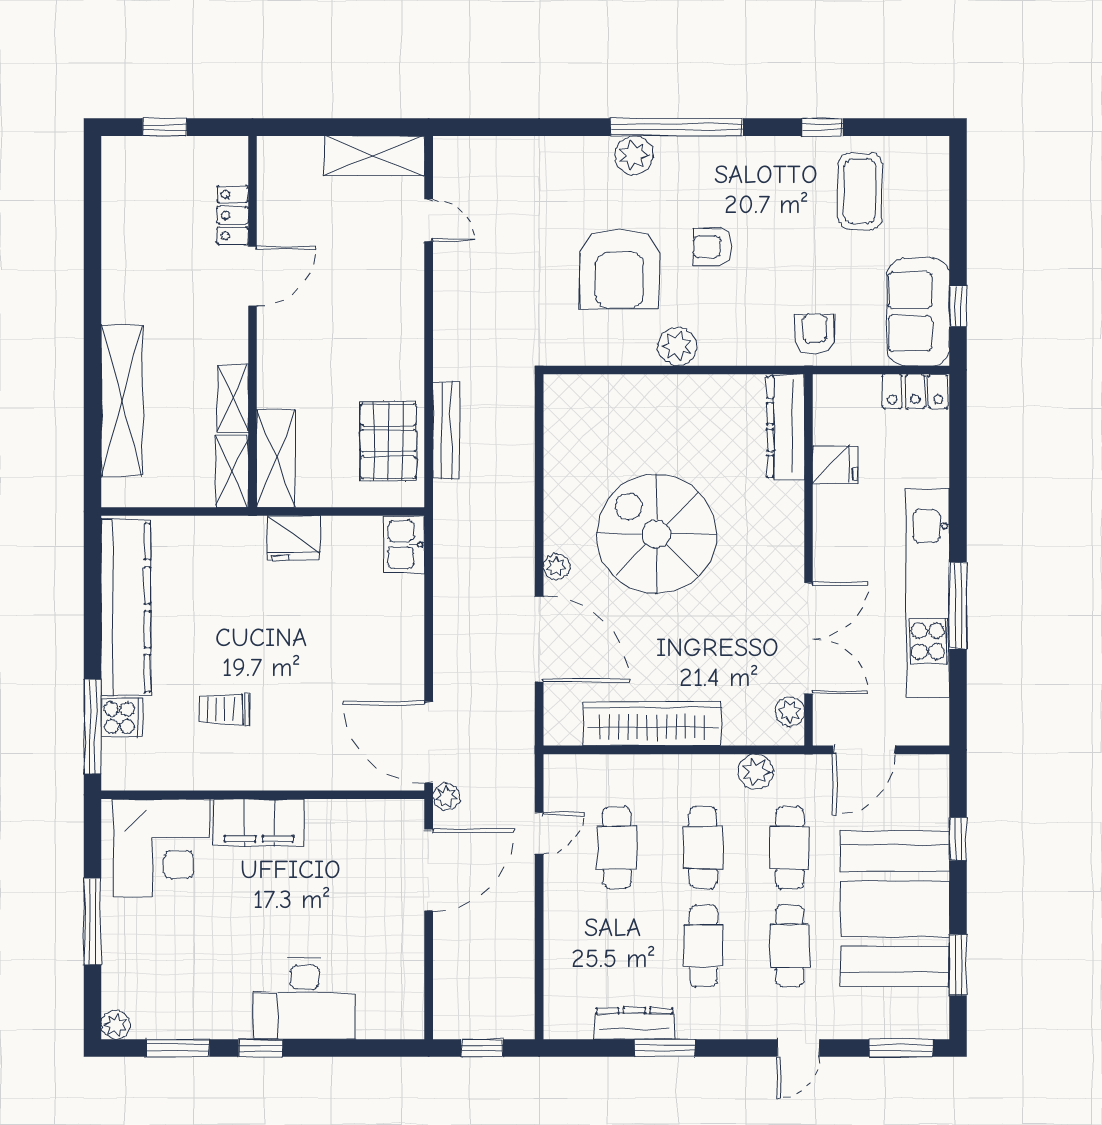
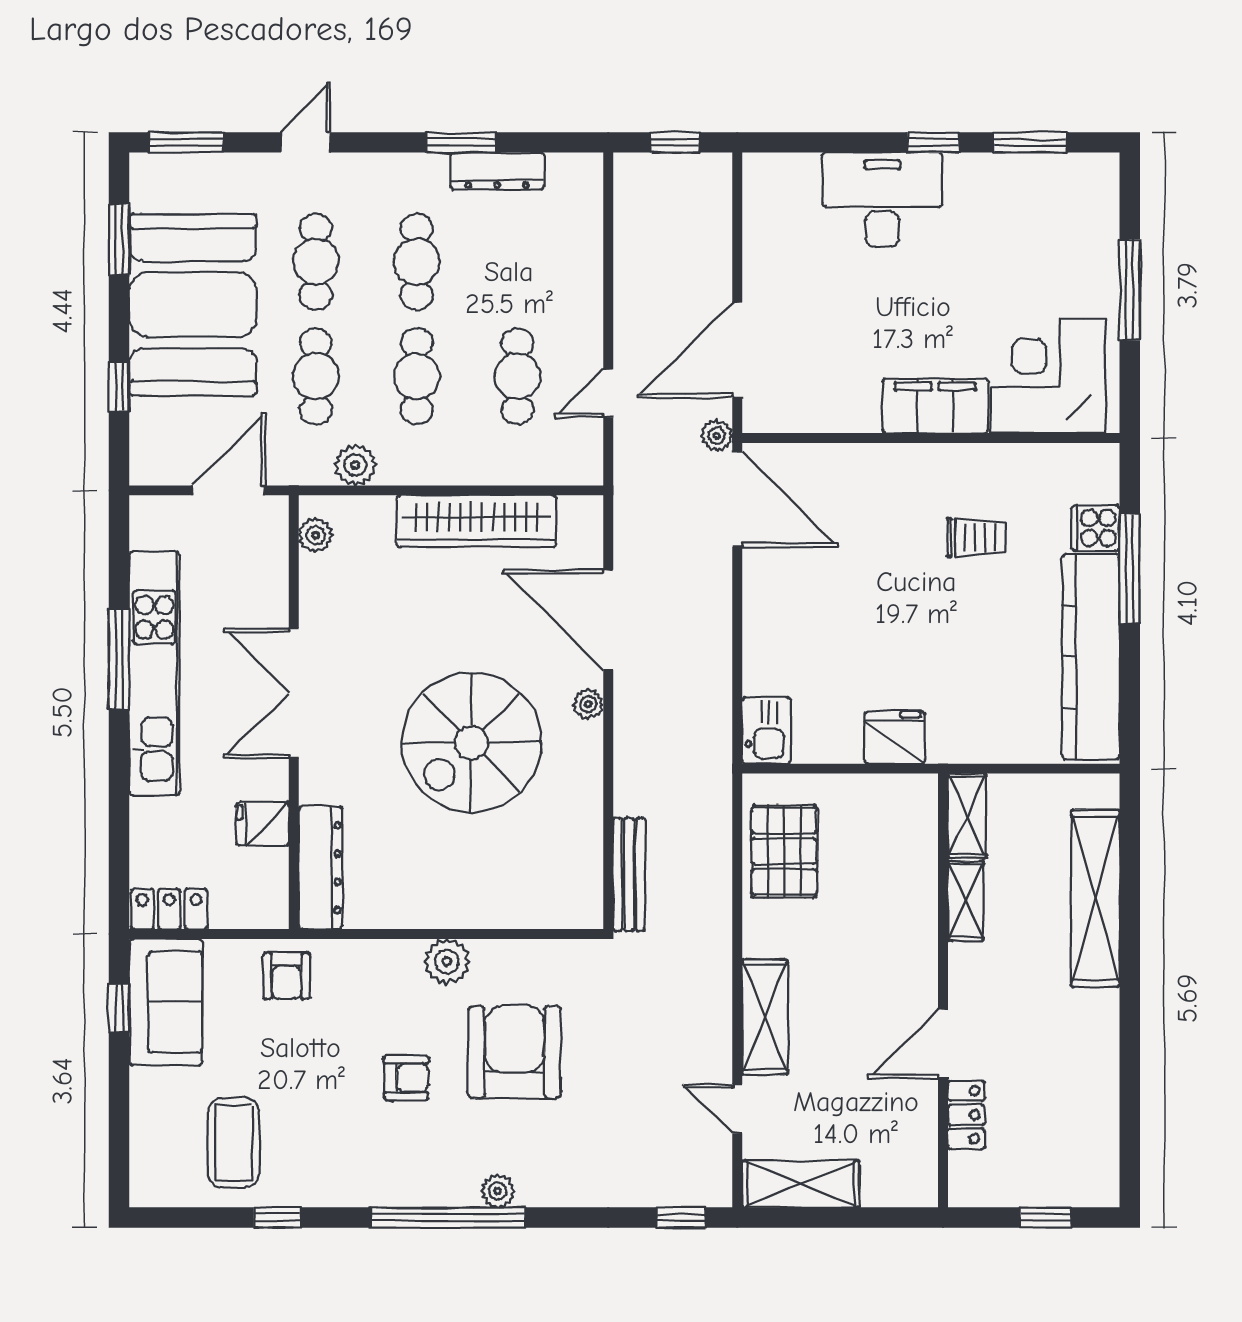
window: (477, 127) -> (681, 1218), added
plant: (634, 155) -> (498, 1191), width x0.73, depth x0.73
bench: (446, 430) -> (629, 874), moved
shelving: (276, 459) -> (765, 1017), moved
spiral stairs: (656, 534) -> (471, 742), turned 90
double door: (809, 638) -> (294, 693), moved
window: (93, 726) -> (1130, 568), moved
plant: (116, 1025) -> (1103, 169), removed

